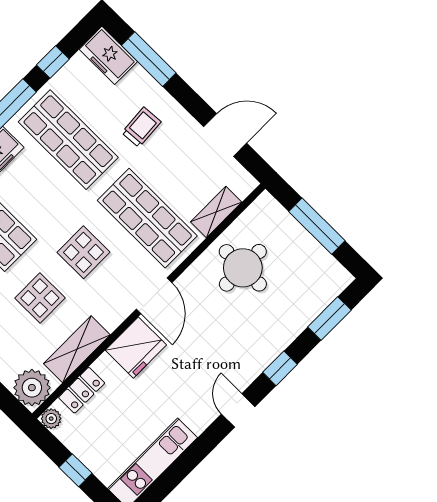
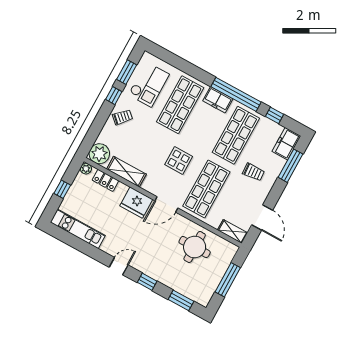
shelving: (216, 212) -> (233, 231), moved
display table: (40, 298) -> (148, 144), removed

